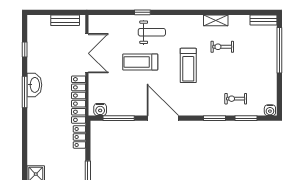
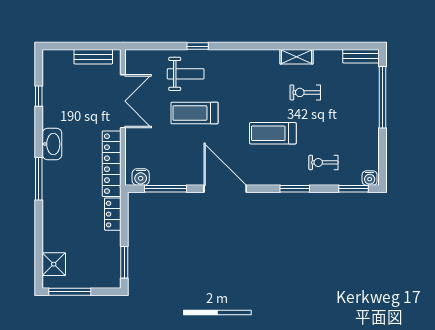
weight bench: (152, 32) -> (186, 74), moved
treadmill: (188, 65) -> (273, 133), moved, turned 90
window: (25, 92) -> (39, 179), moved
window: (246, 118) -> (353, 189), moved

